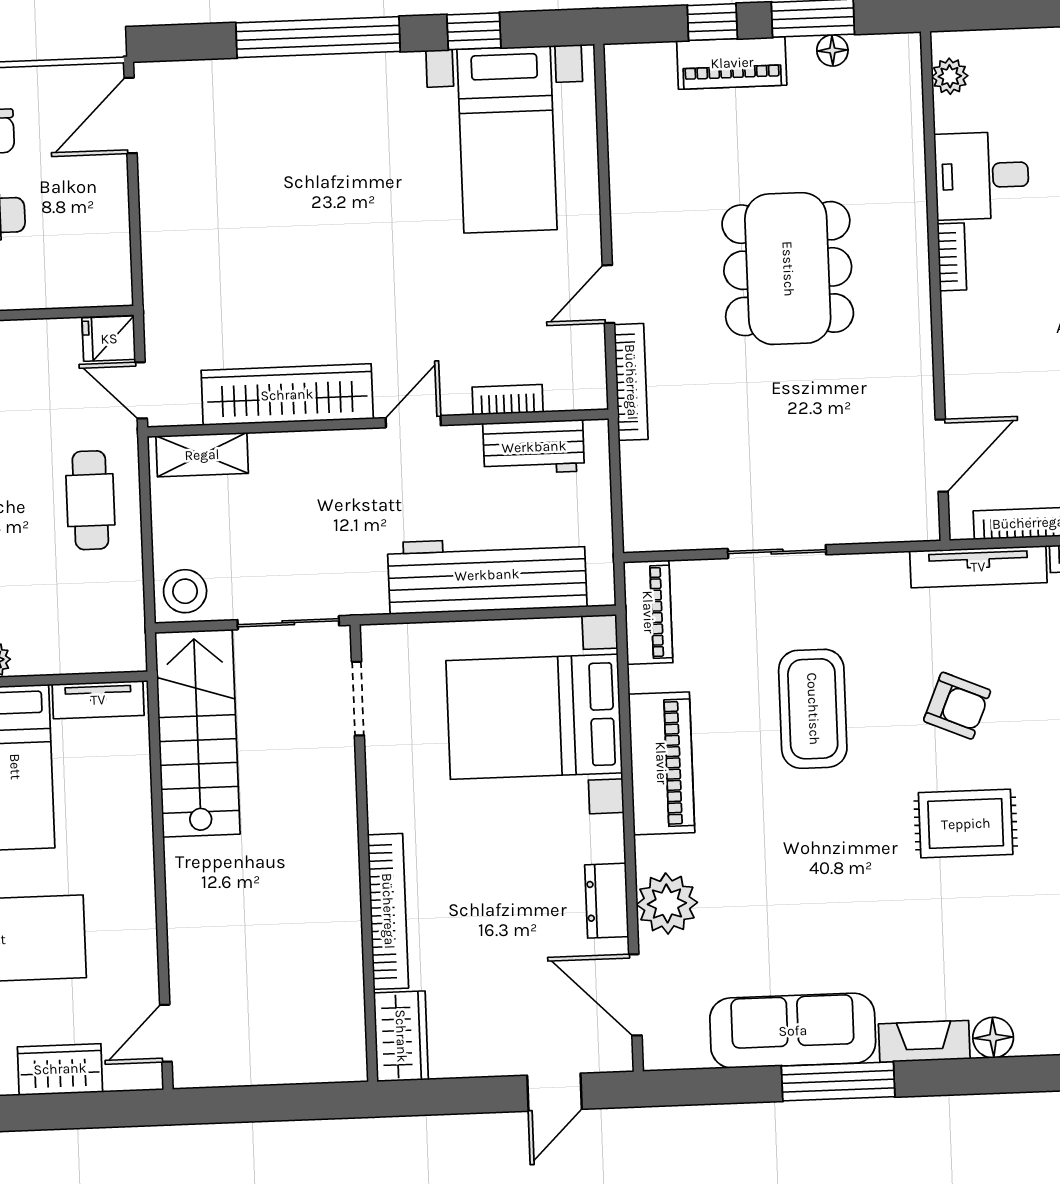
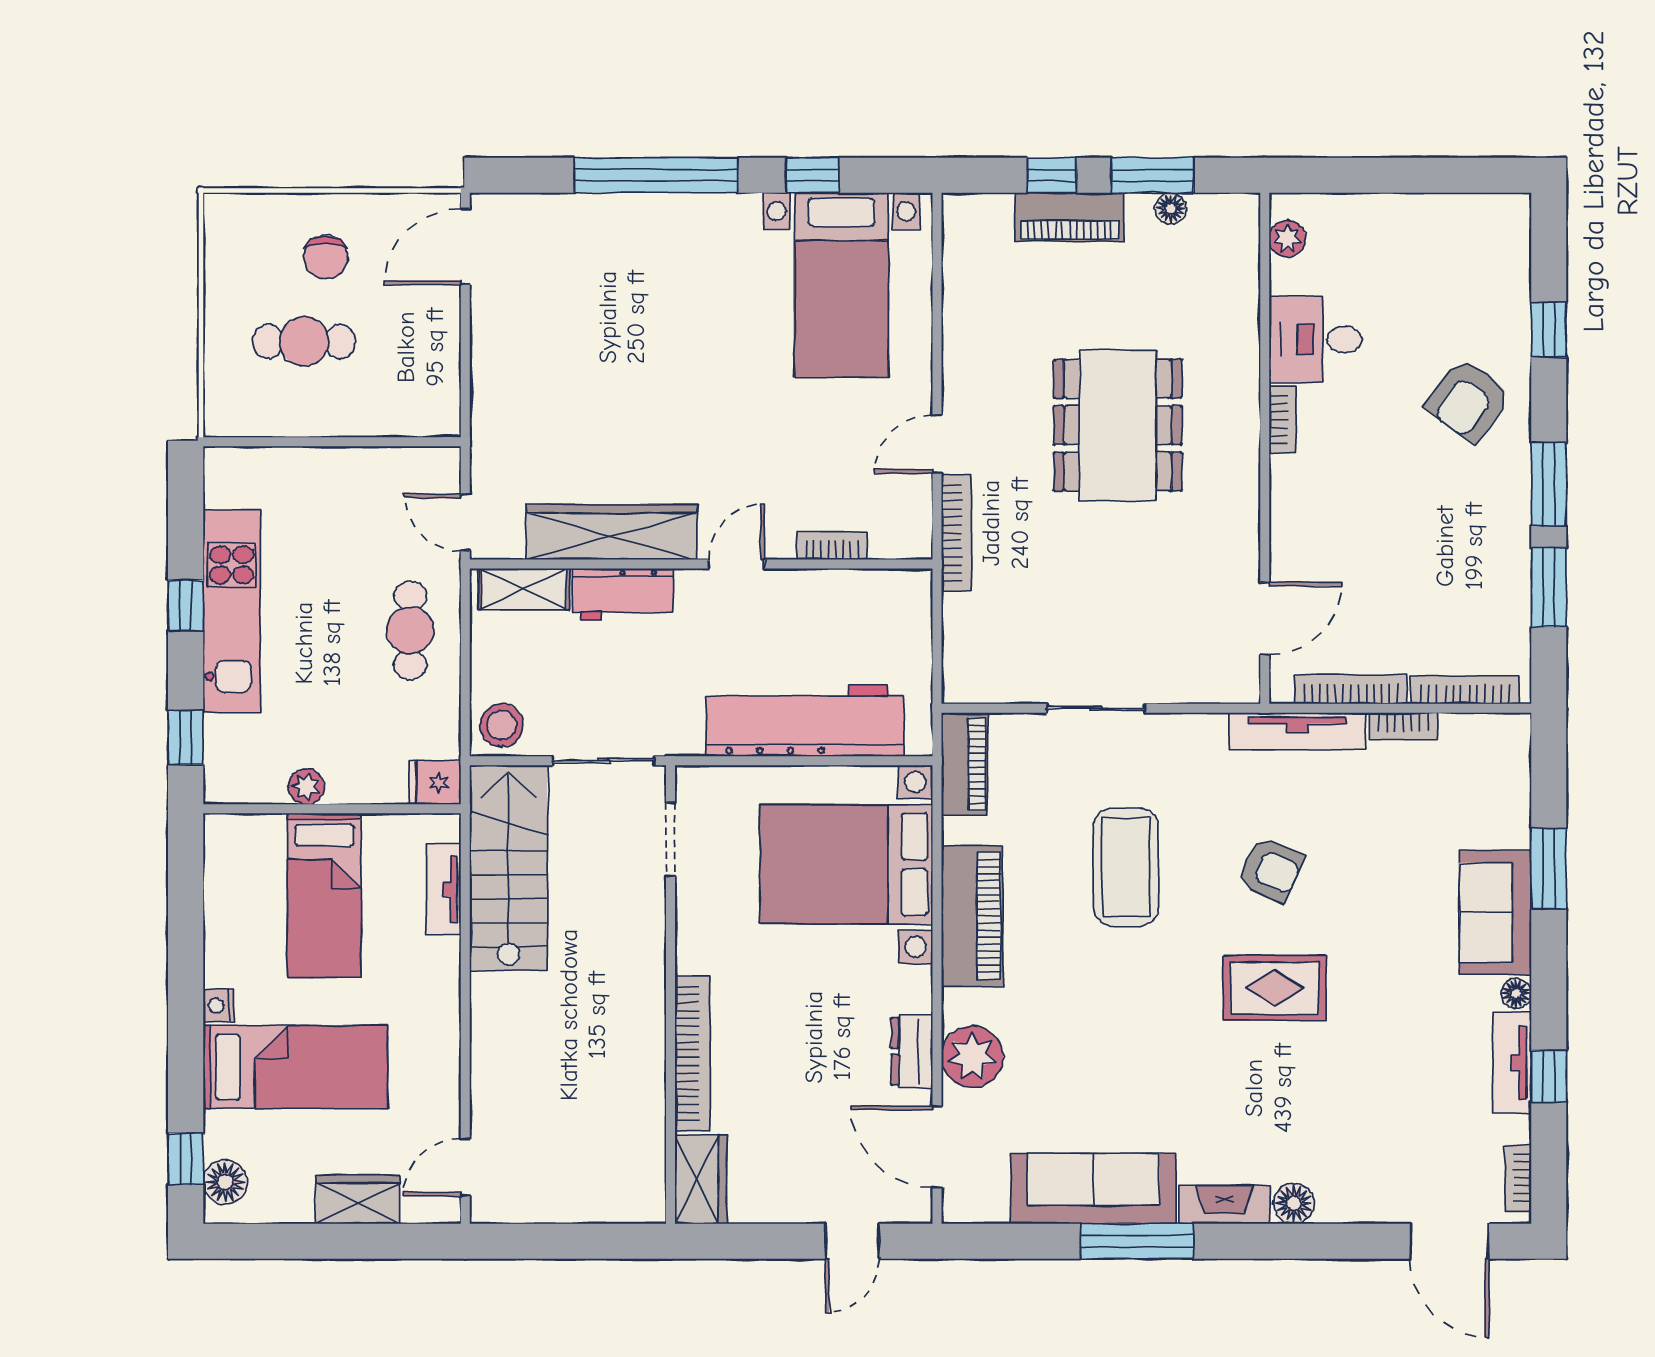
fridge: (109, 339) -> (435, 783), moved
workbench: (534, 447) -> (623, 594), moved
tv unit: (98, 700) -> (444, 889), moved, turned 90

